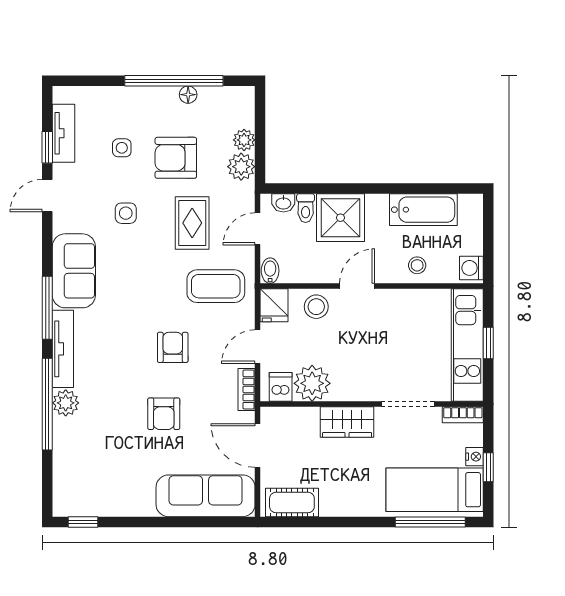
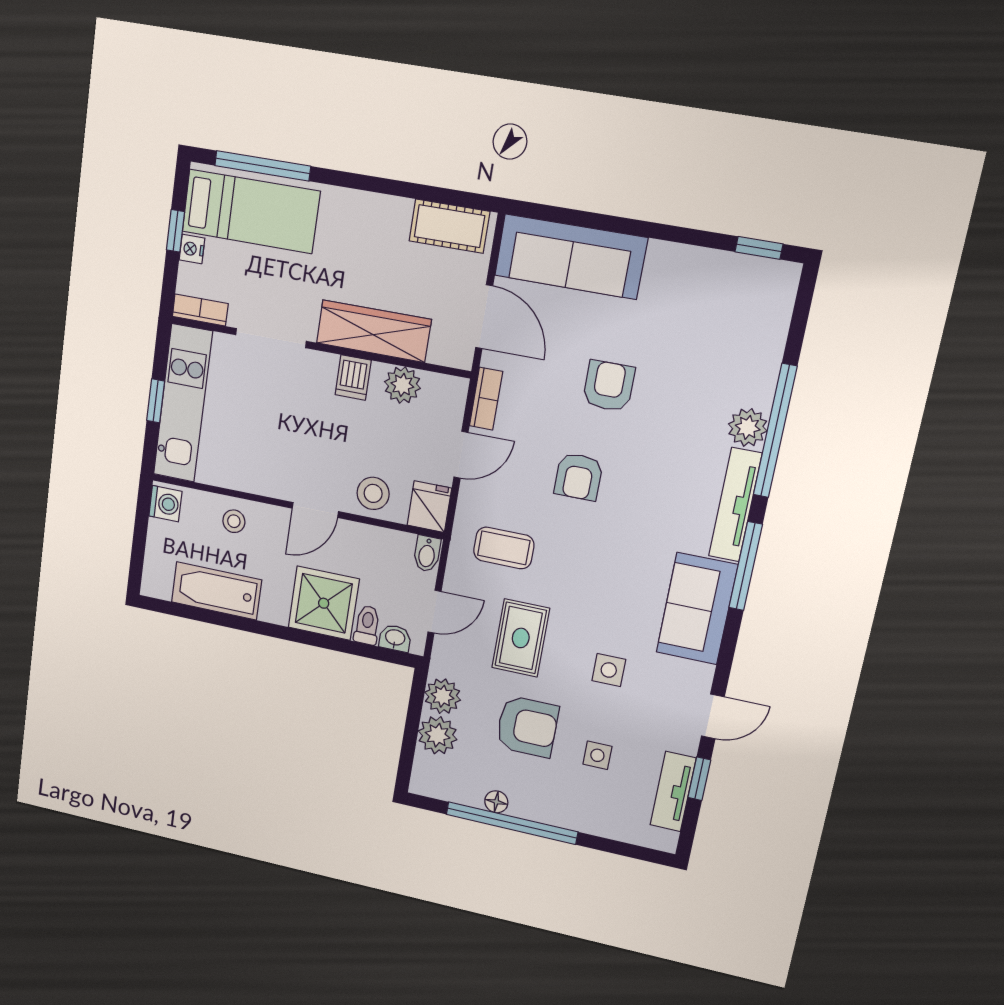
plant: (244, 140) -> (438, 735), width x1.38, depth x1.38
coffee table: (216, 286) -> (504, 548), width x0.73, depth x0.77
plant: (312, 383) -> (402, 385), width x0.73, depth x0.73
dishwasher: (281, 387) -> (353, 377), moved
wardrobe: (347, 422) -> (374, 331), width x1.50

